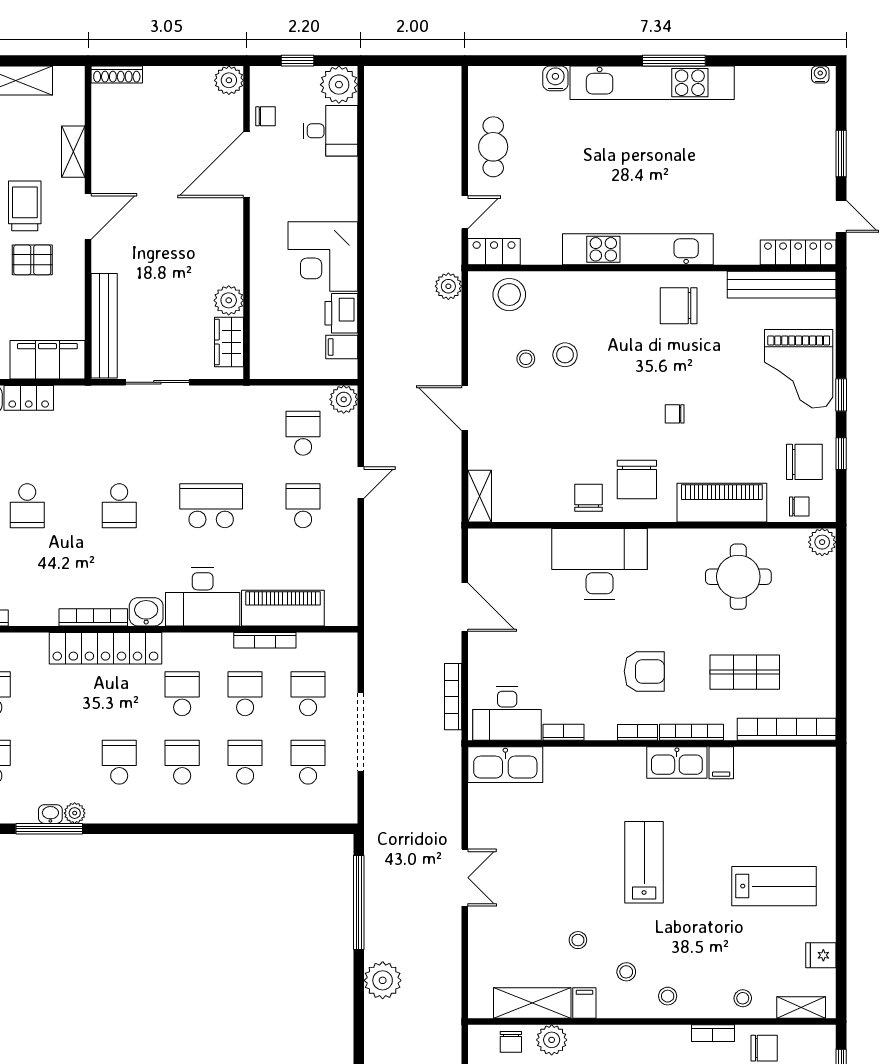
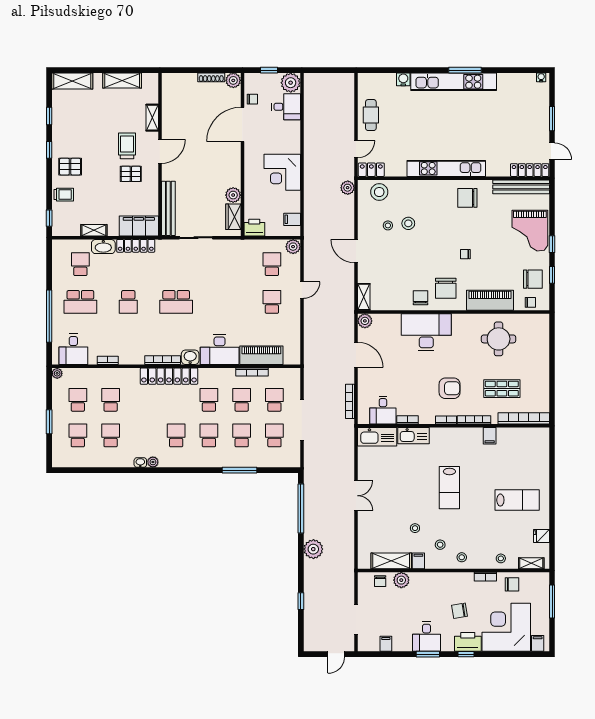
shoe rack: (117, 75) -> (211, 77), moved
printer: (341, 313) -> (254, 228), moved, turned 90
locker: (29, 398) -> (136, 246), width x1.53
school desk: (119, 506) -> (176, 302), width x1.85
school desk: (211, 506) -> (224, 302), removed
plant: (822, 542) -> (365, 321), moved
desk: (507, 714) -> (383, 410), width x0.73
kitchen sink: (677, 762) -> (413, 436), moved
window: (49, 829) -> (240, 470), moved
lab bench: (644, 862) -> (449, 488), turned 180

